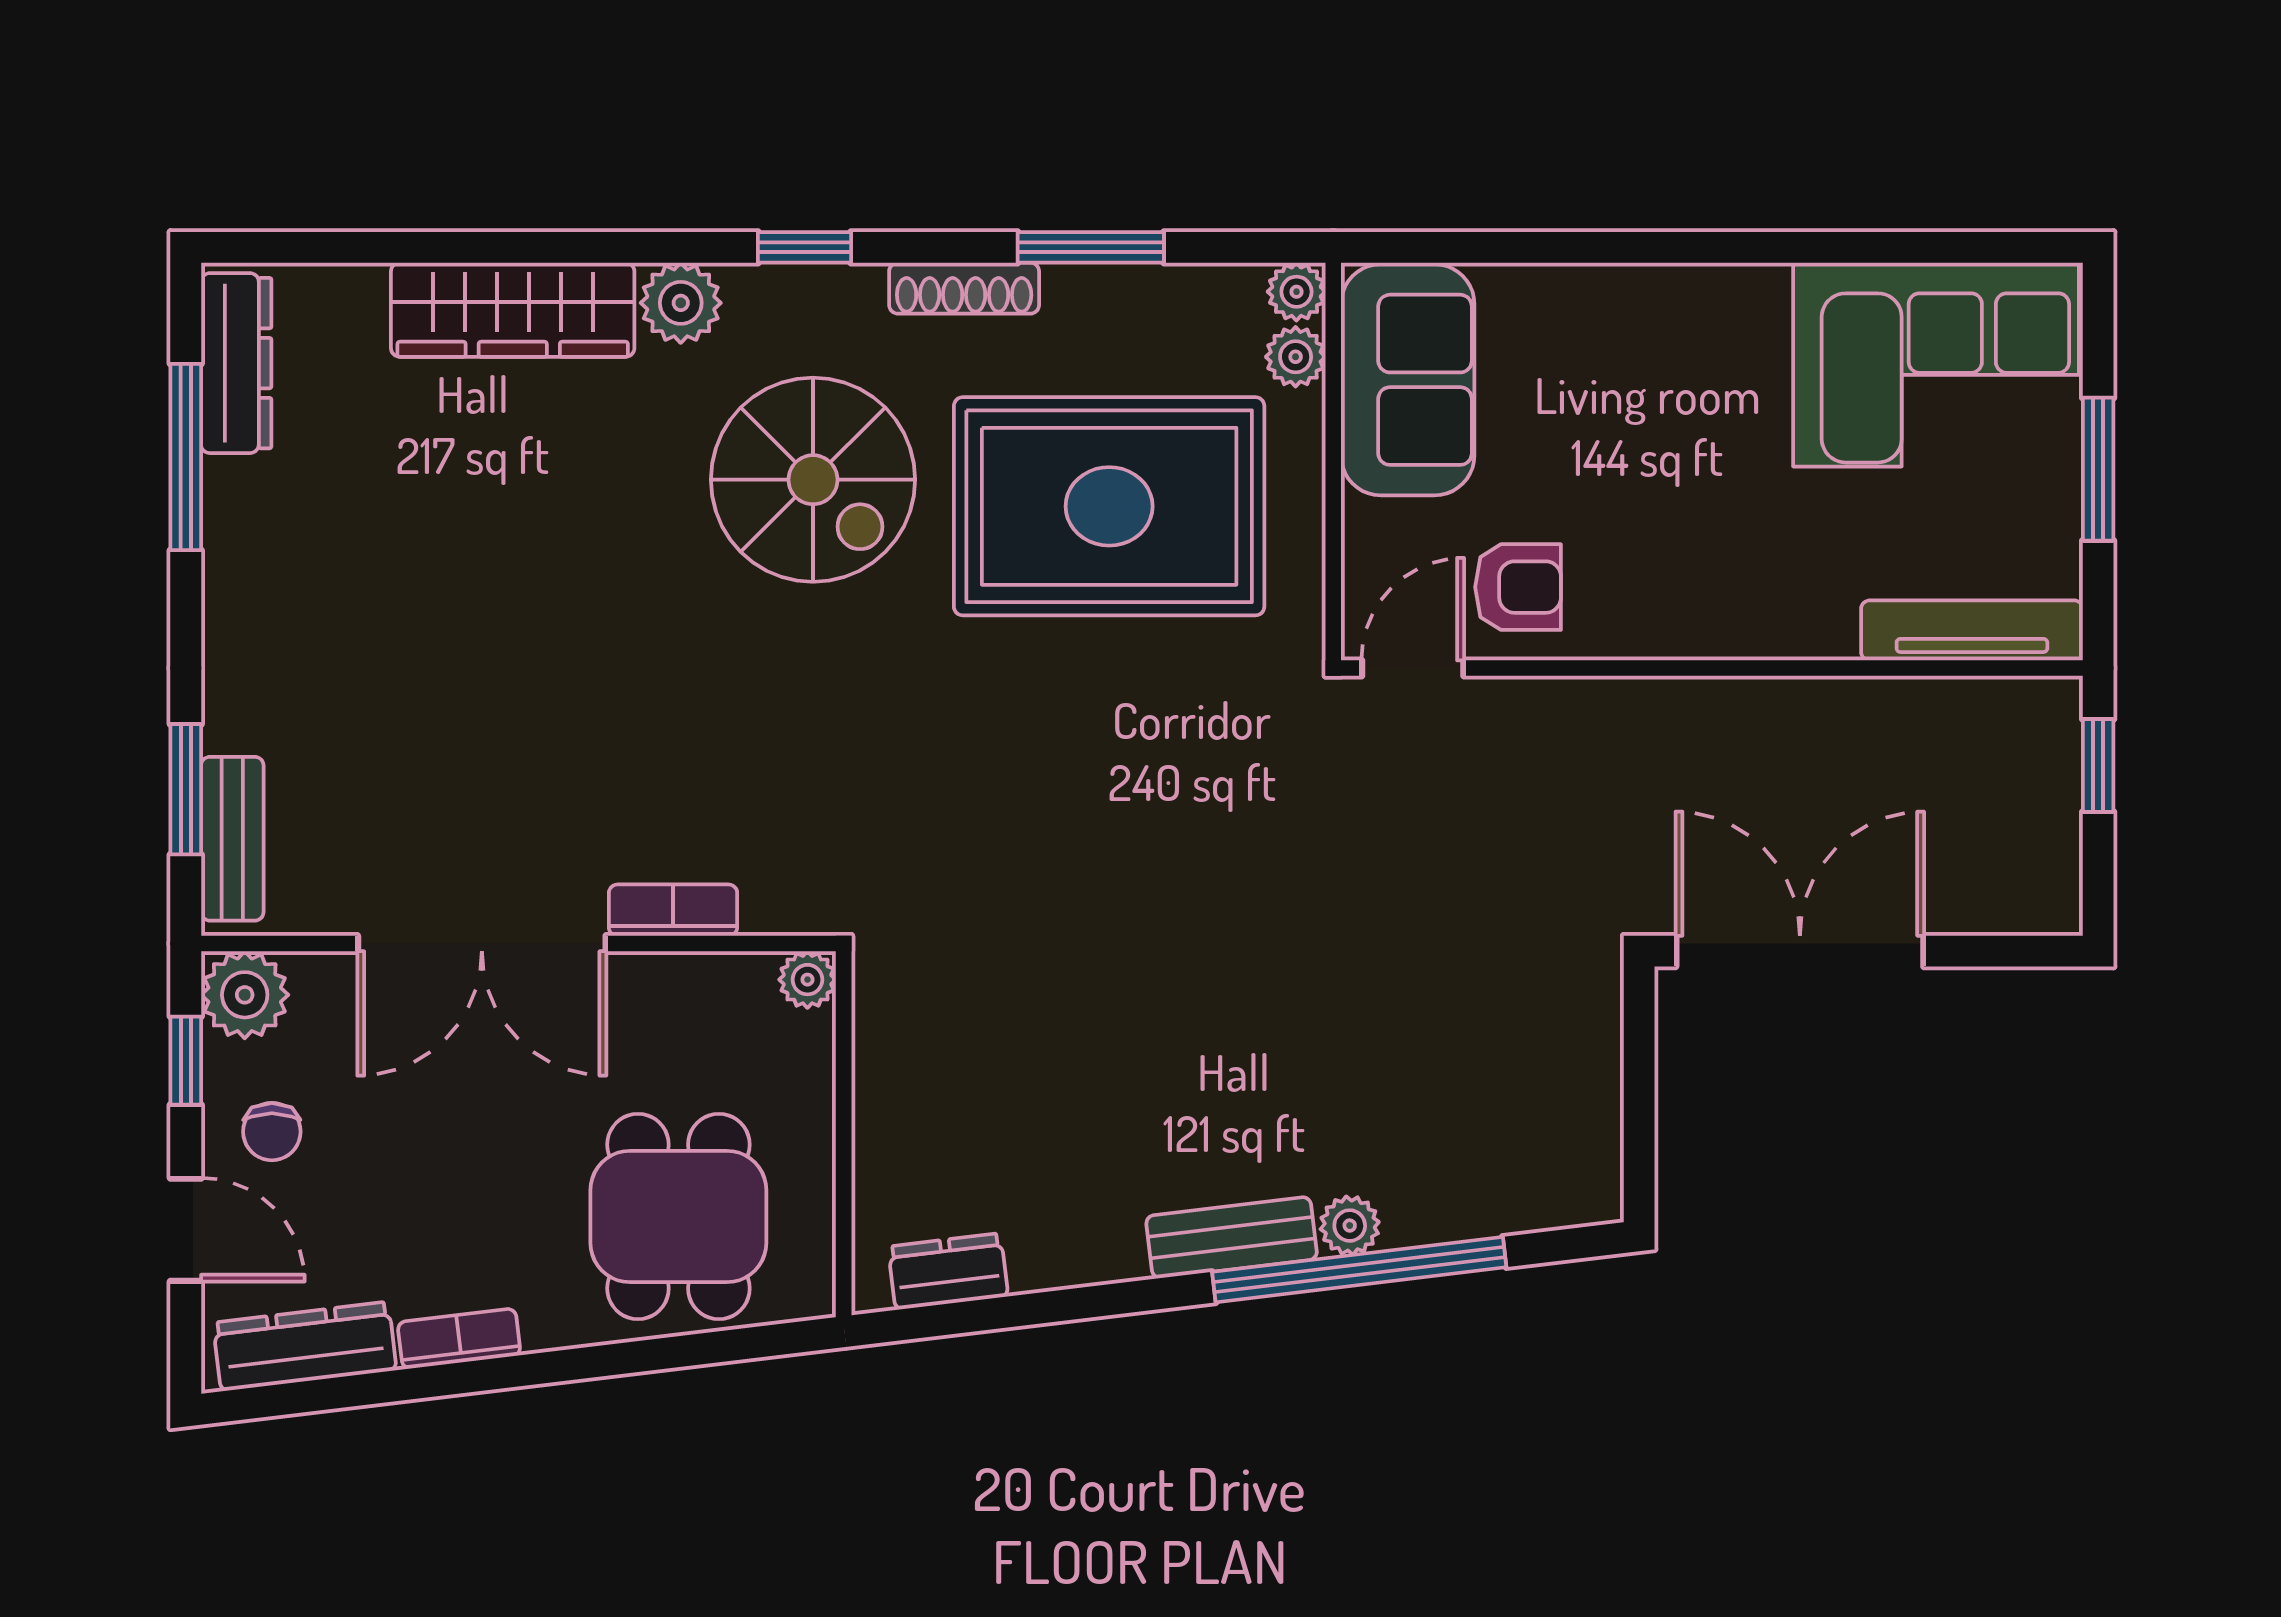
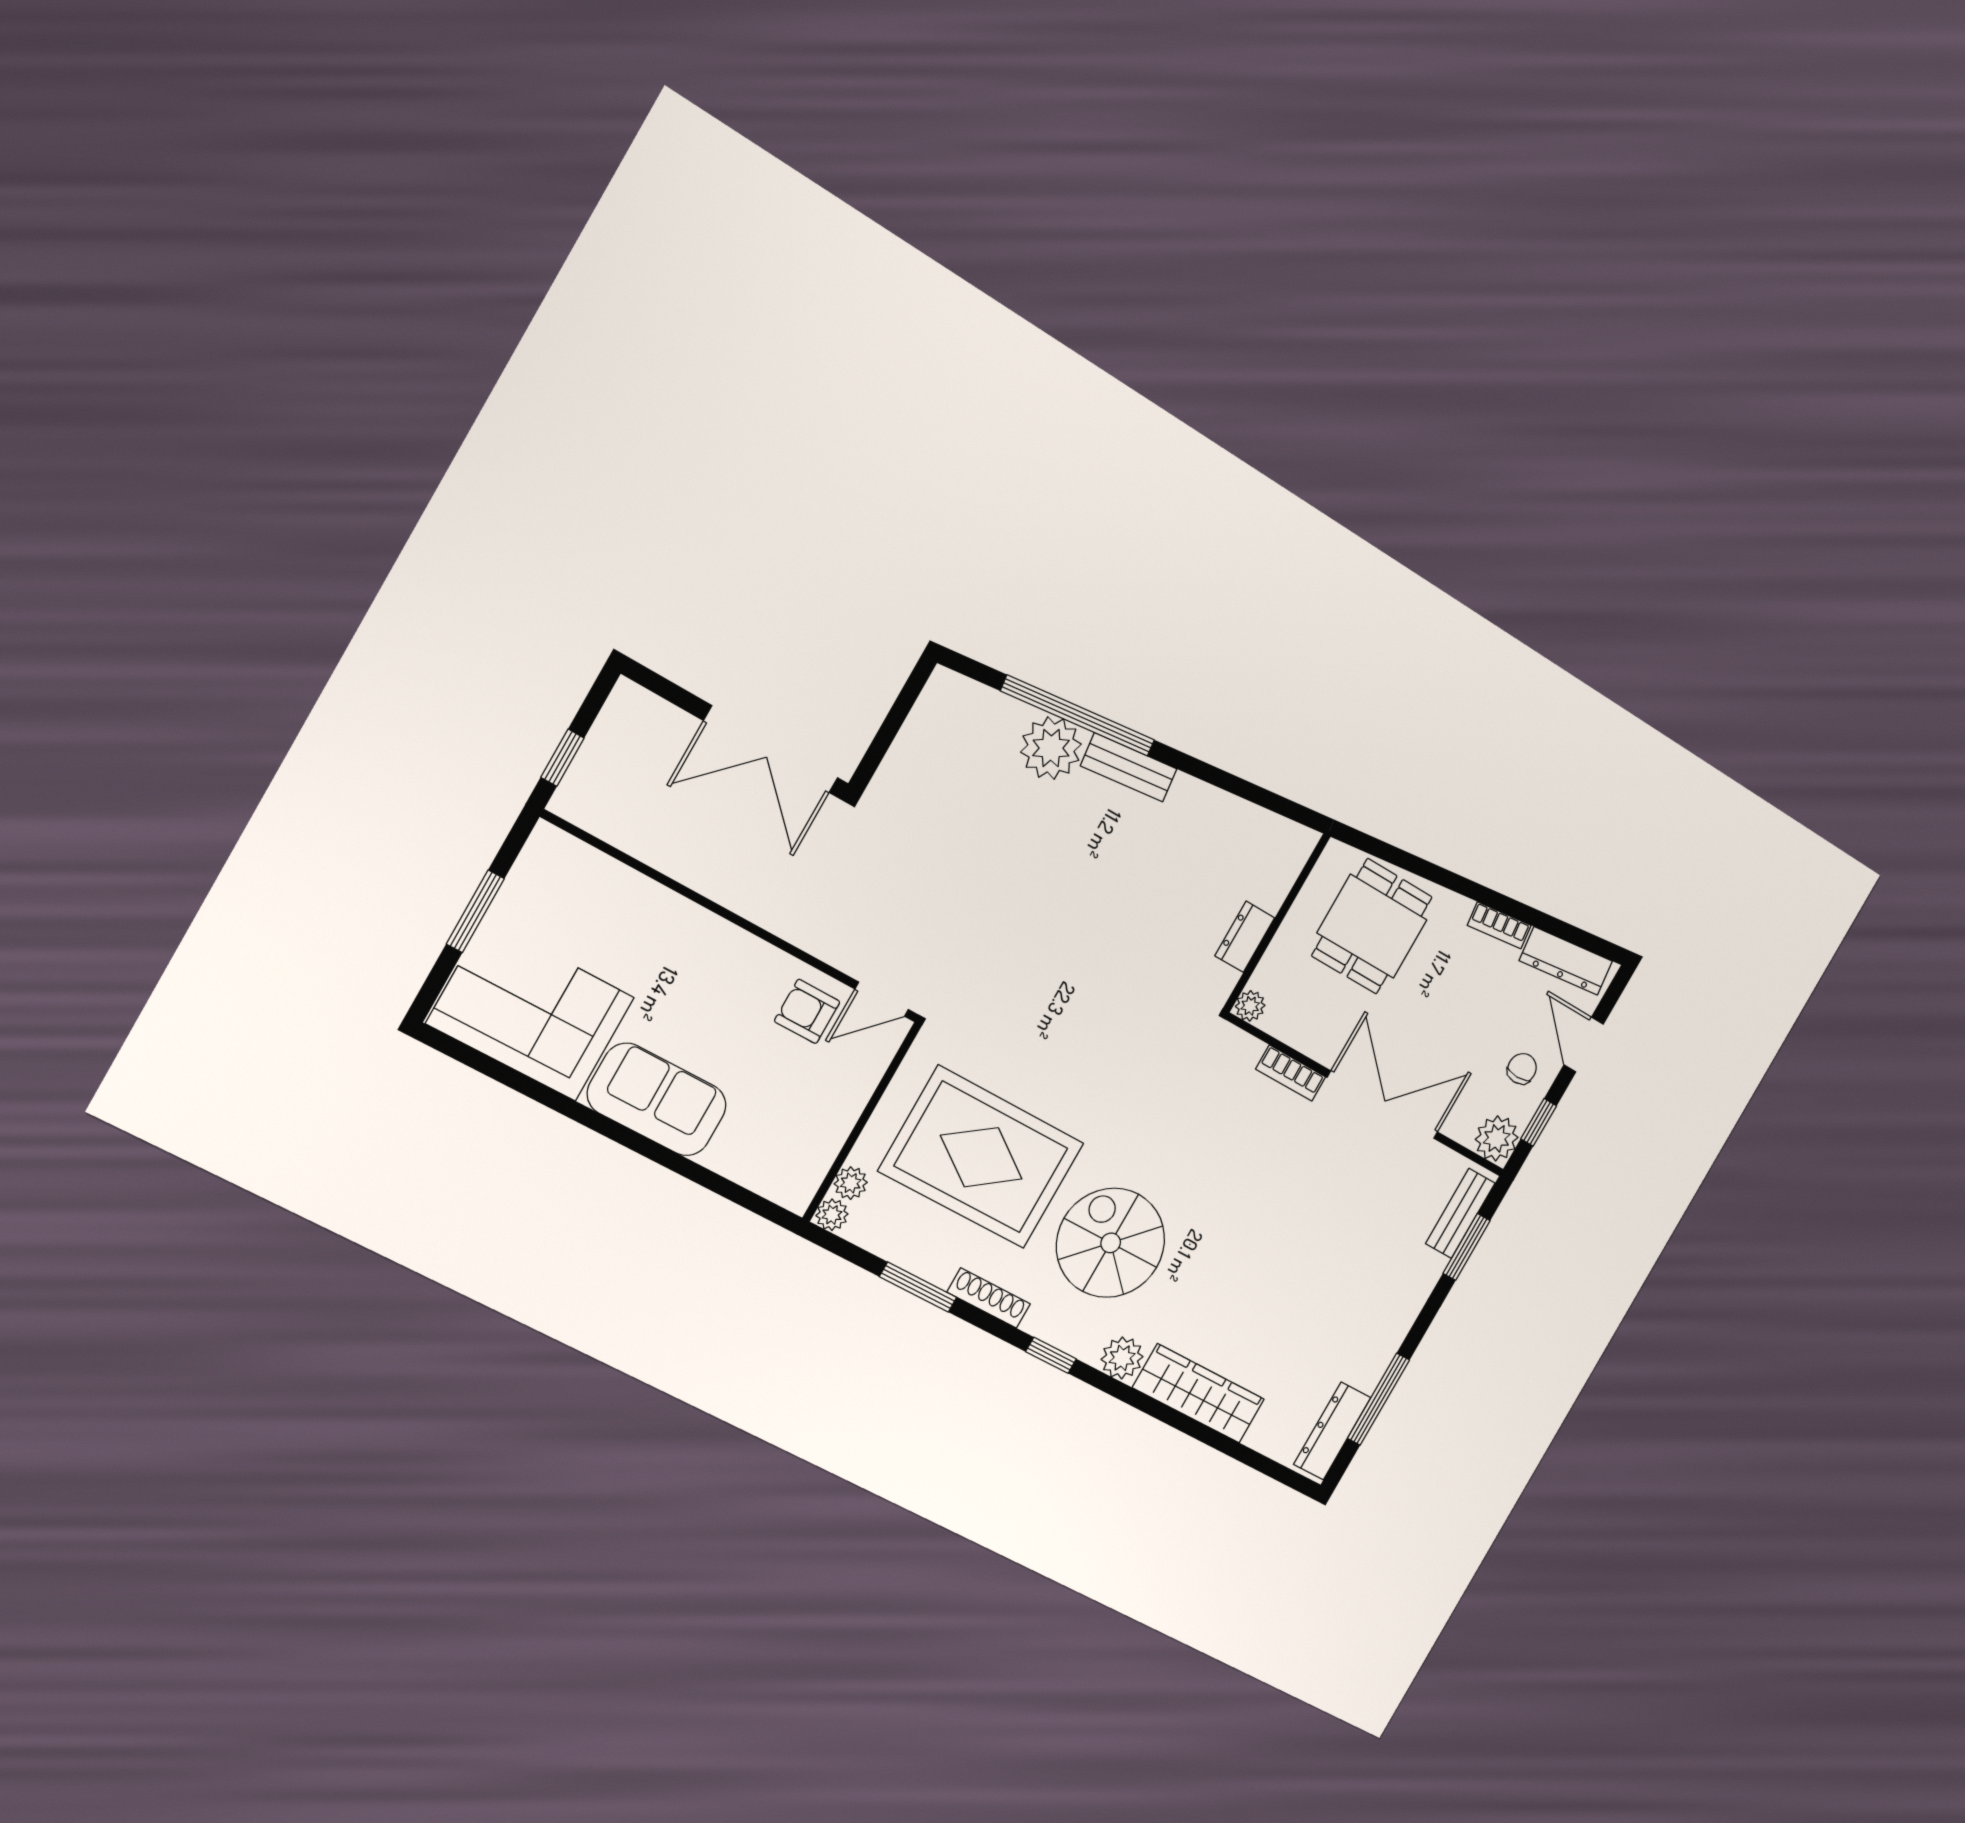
sofa: (1408, 380) -> (657, 1100), moved, turned 90
tv unit: (1972, 630) -> (589, 864), removed
plant: (1350, 1226) -> (1051, 748), width x1.88, depth x1.88
dresser: (948, 1271) -> (1245, 937), moved, turned 97

